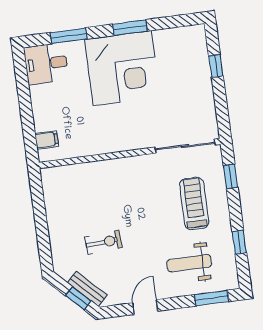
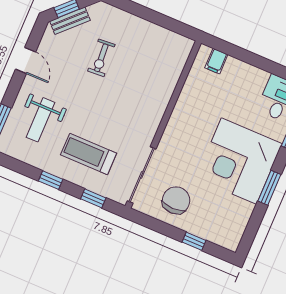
chair: (189, 103) -> (176, 200), added
treadmill: (194, 203) -> (89, 154), turned 180
window: (239, 242) -> (51, 180), moved
weight bench: (189, 263) -> (40, 120), turned 180

